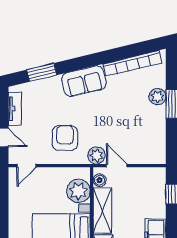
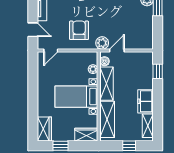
door: (117, 166) -> (117, 50), hinge flipped
plant: (78, 191) -> (93, 69), width x0.53, depth x0.53

